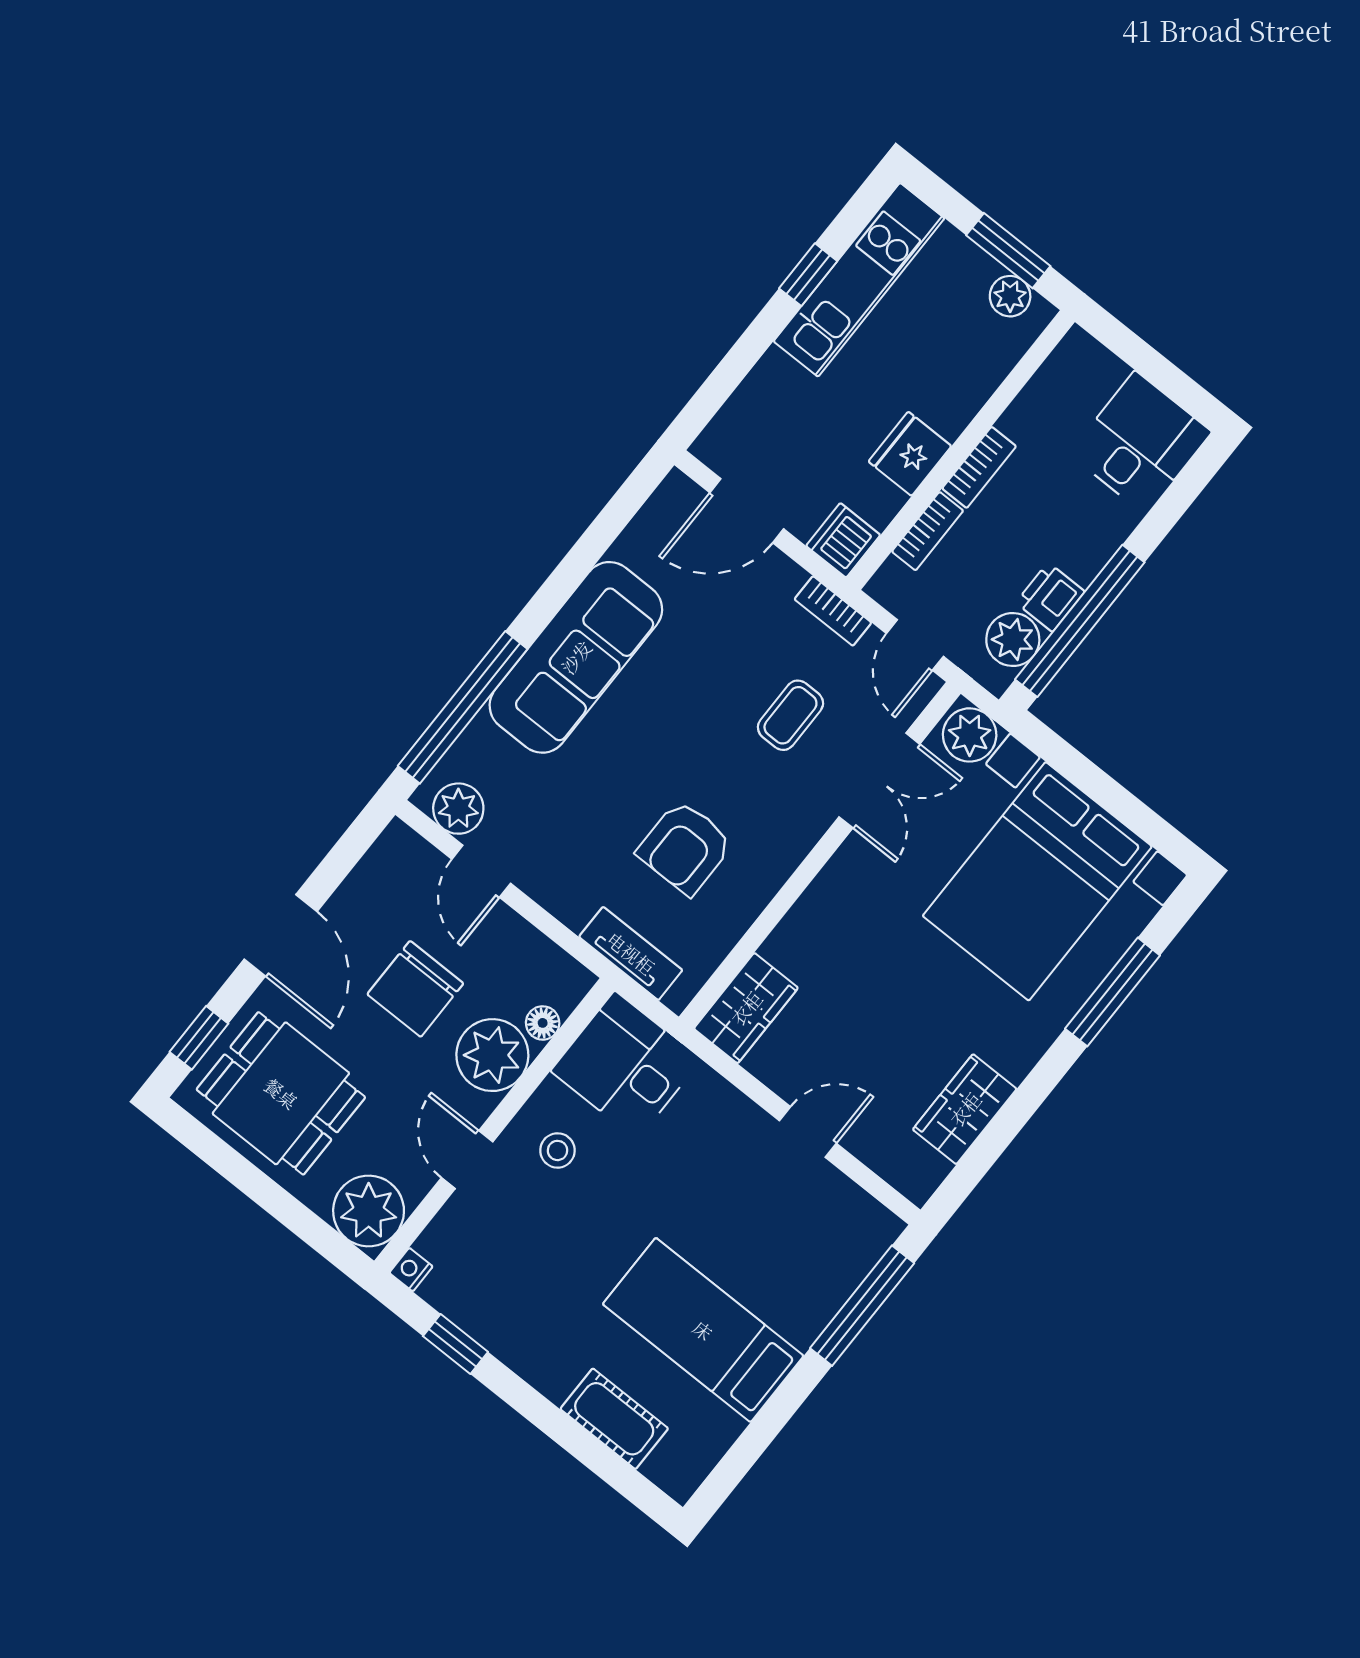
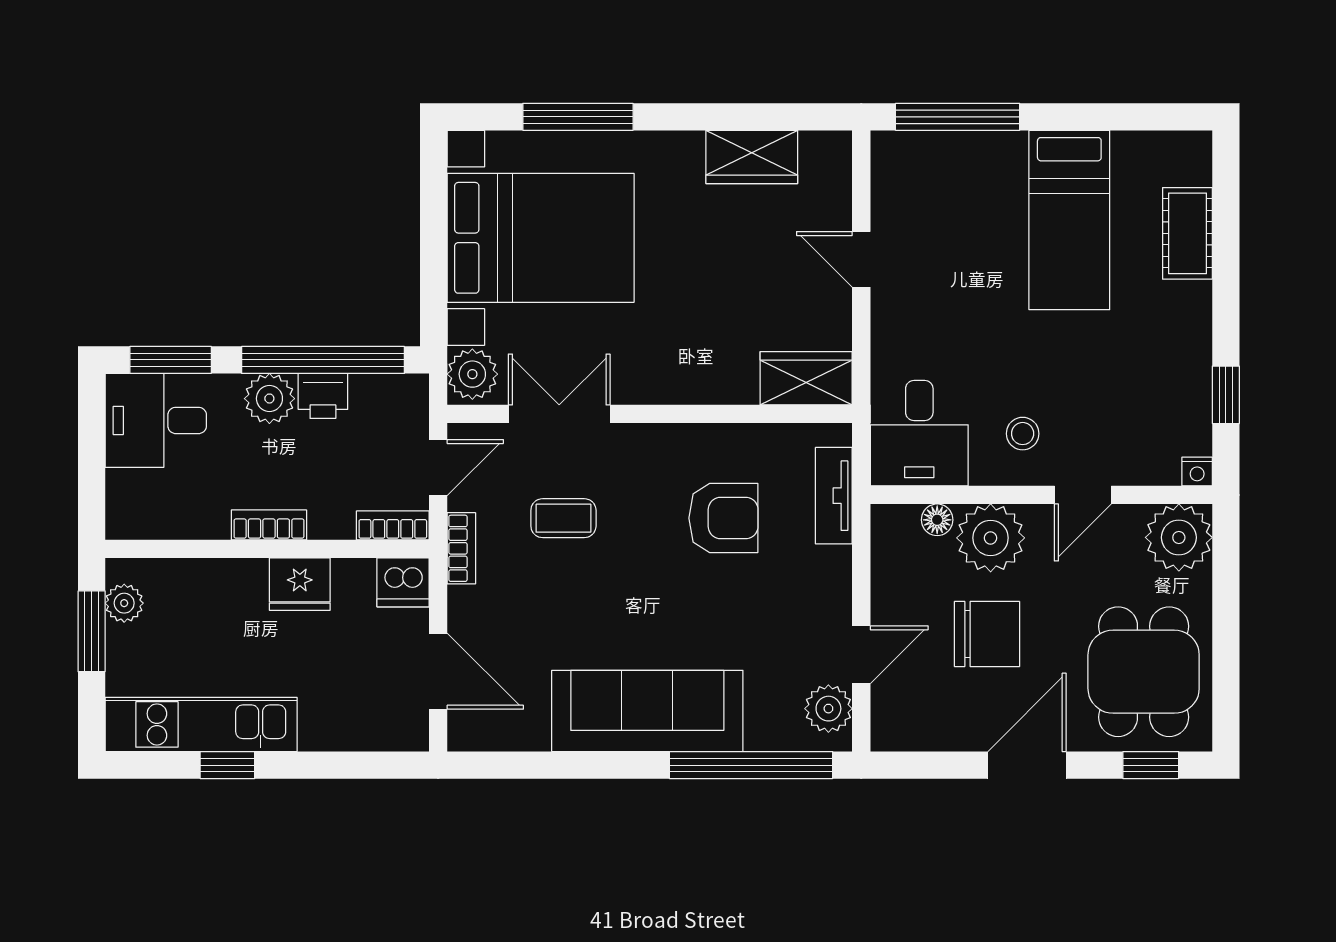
window: (1180, 495) -> (171, 360), added
bookcase: (928, 531) -> (393, 525), moved
plant: (1013, 639) -> (269, 399), moved

